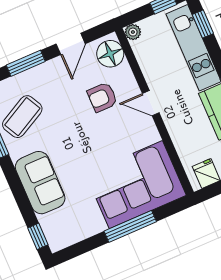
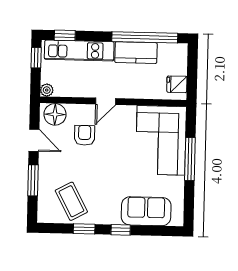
armchair: (102, 97) -> (85, 135), turned 180
sofa: (40, 183) -> (146, 211), moved
window: (38, 236) -> (121, 230), moved

